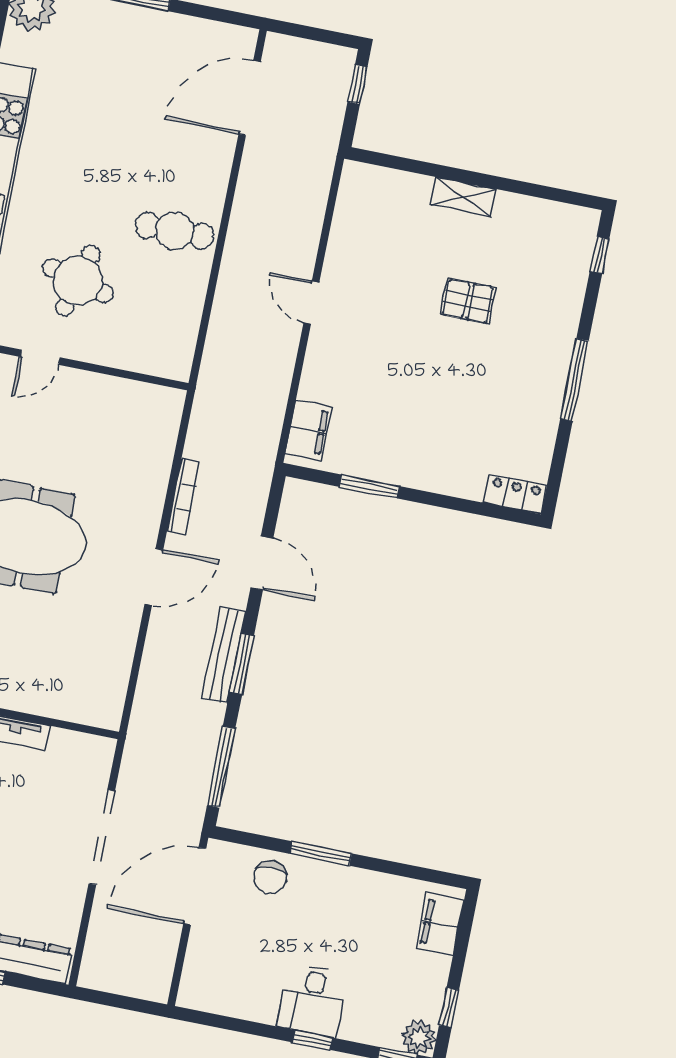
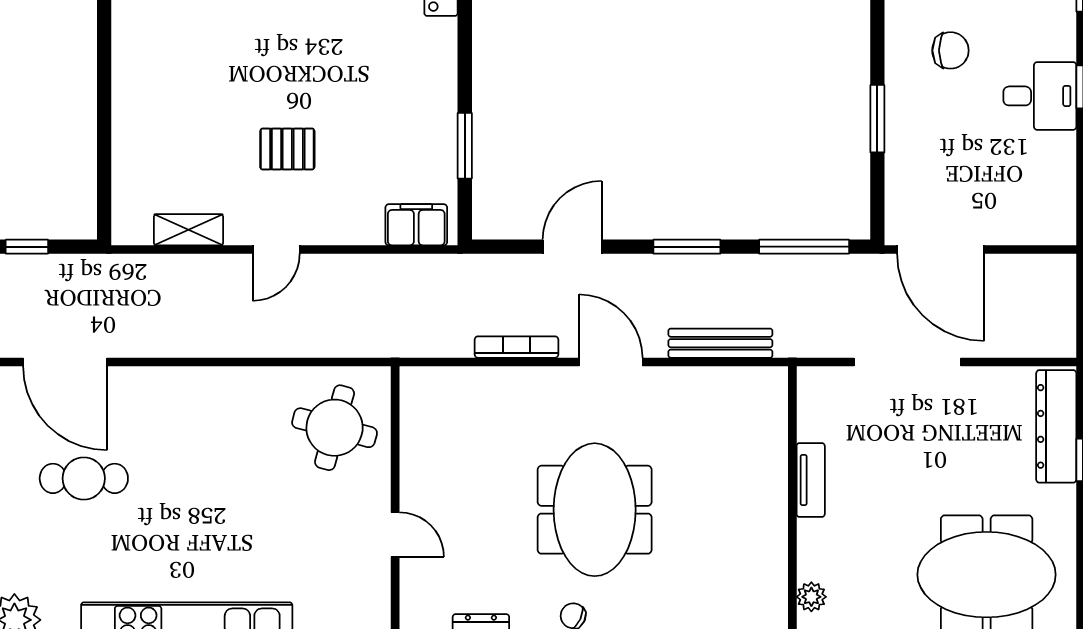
shelving: (464, 197) -> (189, 230), moved, turned 90
cafe table: (175, 231) -> (84, 478), moved, turned 90
round table: (78, 281) -> (335, 428), moved
pallet: (468, 301) -> (287, 149), moved, turned 90
bench: (224, 655) -> (720, 343), moved
chair: (270, 877) -> (950, 50), moved

